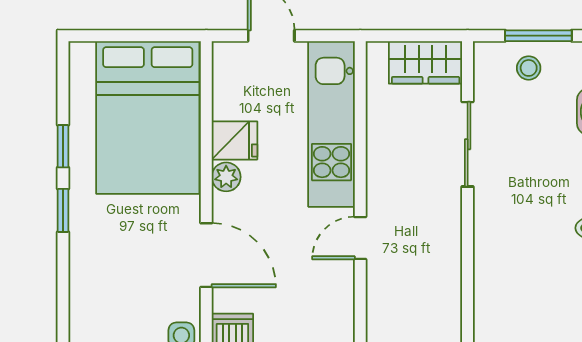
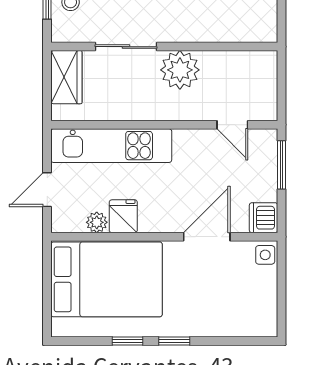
plant: (226, 177) -> (97, 222), moved
plant: (436, 218) -> (180, 70), added
door: (360, 238) -> (232, 125), moved

